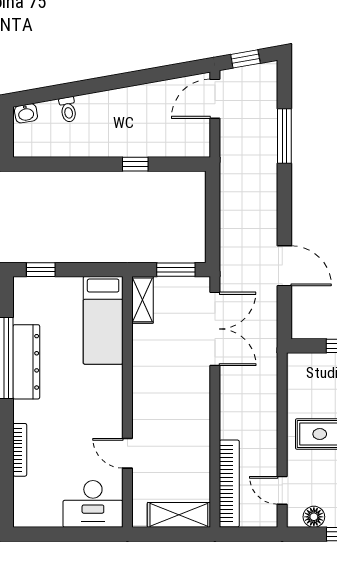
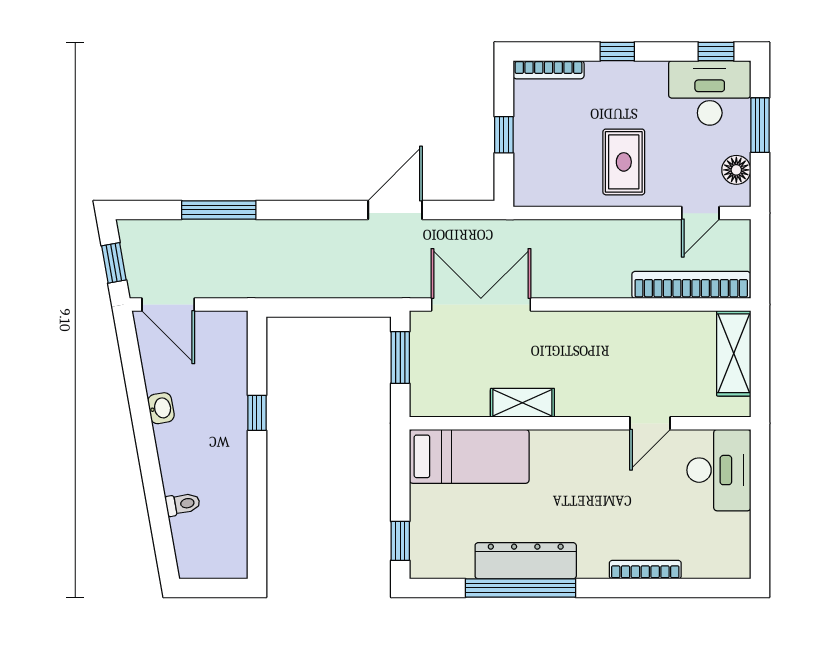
washbasin: (26, 113) -> (161, 408), moved
shelving: (142, 300) -> (522, 403), moved

